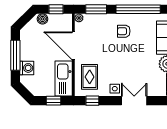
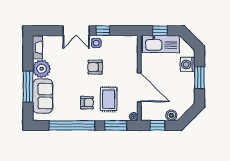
window: (15, 55) -> (199, 78), width x0.69
armchair: (116, 65) -> (95, 67), added
rug: (90, 77) -> (109, 99), moved
kitchen sink: (64, 79) -> (161, 44), moved, turned 90
window: (92, 101) -> (103, 31), moved

